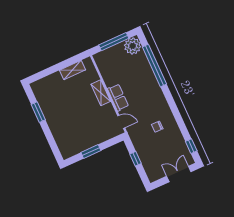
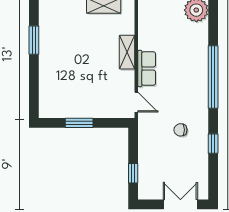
window: (154, 65) -> (213, 77), moved
window: (191, 146) -> (213, 144), moved
window: (136, 159) -> (133, 173), moved

